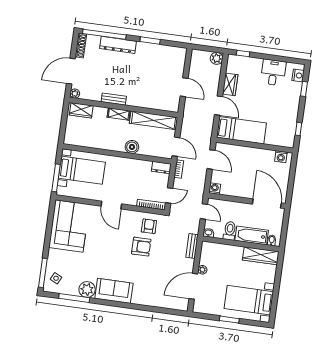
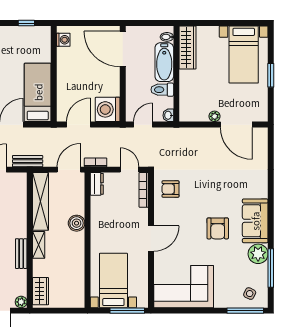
washing machine: (215, 189) -> (108, 109), width x1.89, depth x1.89
door: (267, 204) -> (123, 49), hinge flipped
bench: (192, 246) -> (28, 161), moved
armchair: (141, 247) -> (218, 228), moved, turned 180

